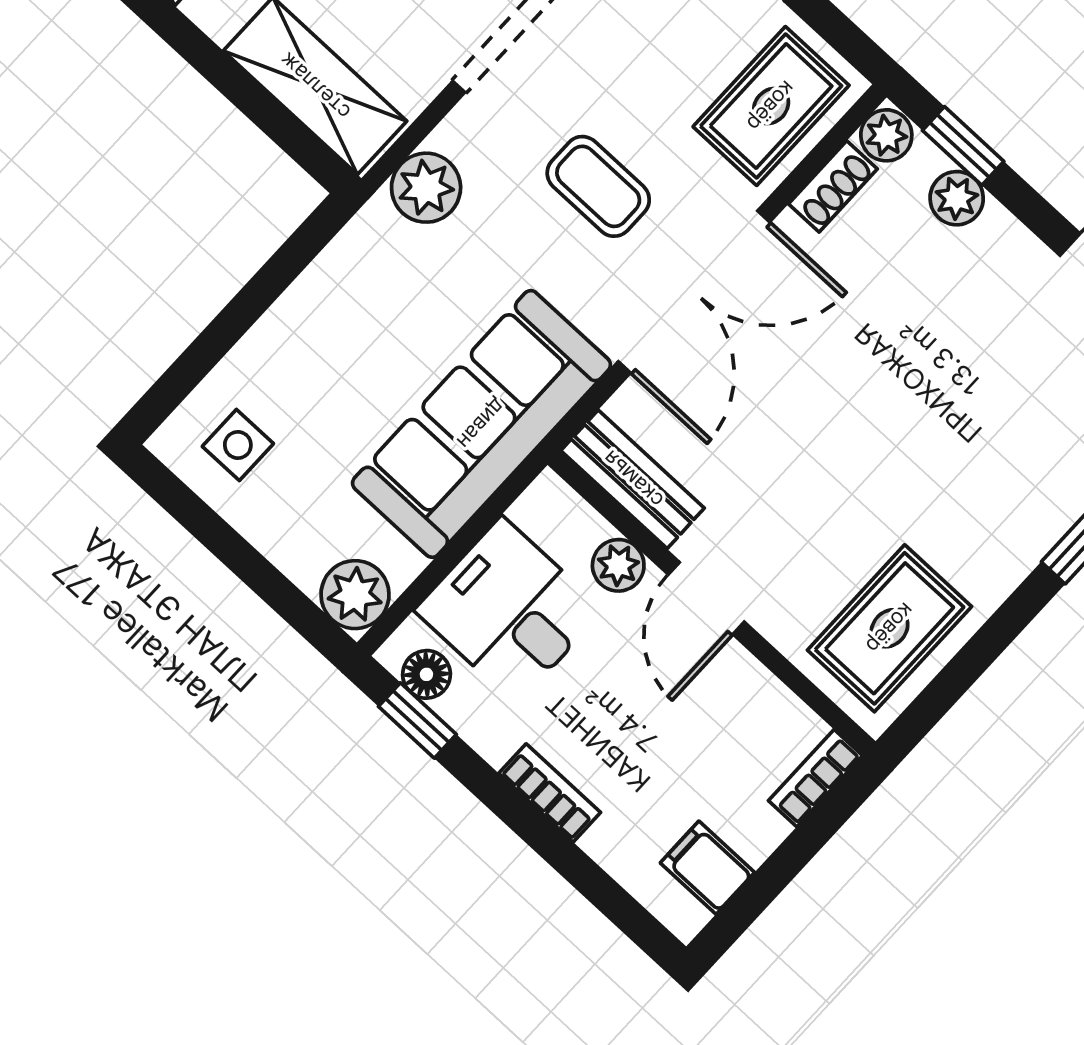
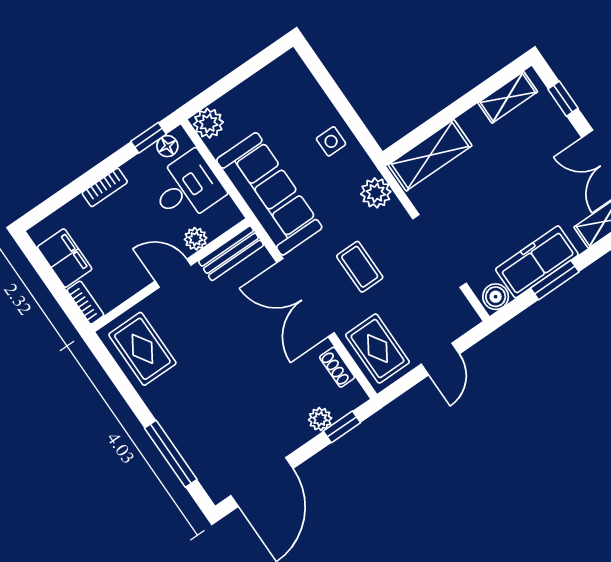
plant: (886, 135) -> (354, 395), removed
coffee table: (598, 186) -> (360, 267), turned 90
side table: (238, 445) -> (331, 141), moved
filing cabinet: (707, 868) -> (65, 258), width x2.00

